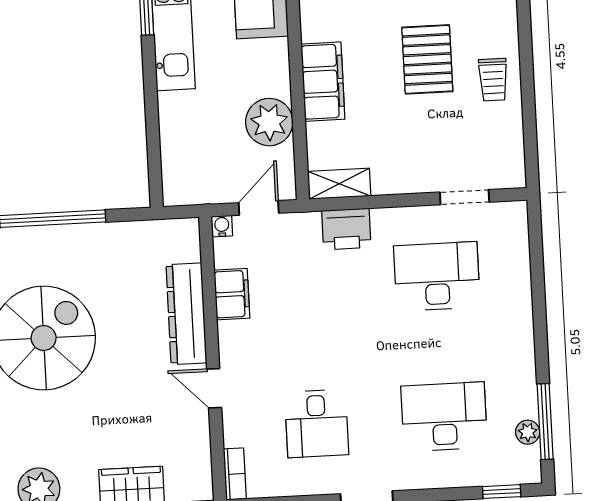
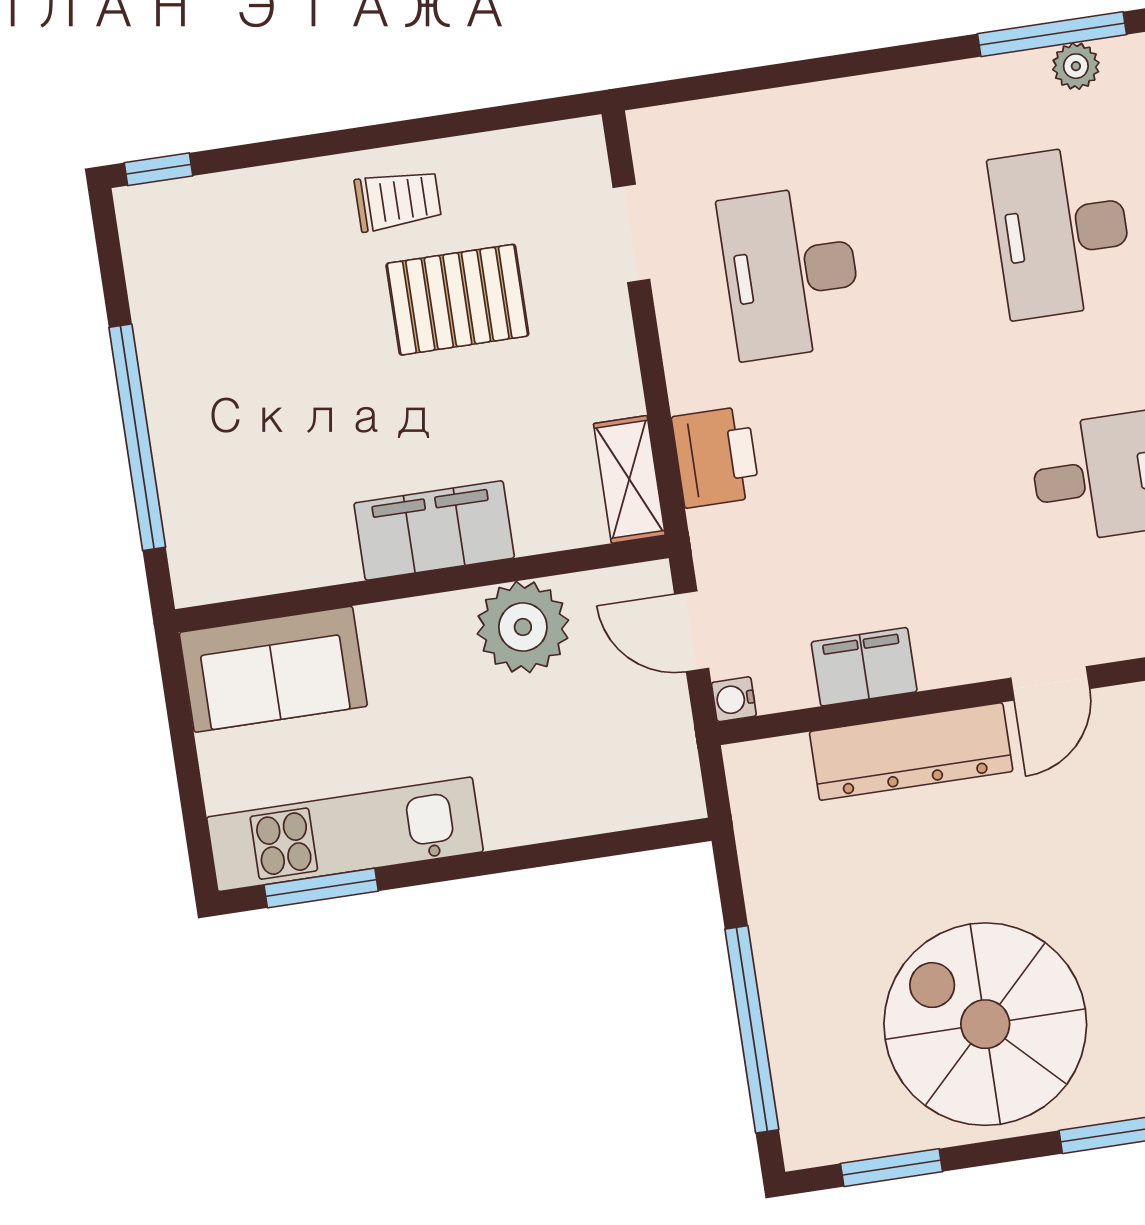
pallet: (427, 59) -> (457, 300), moved

